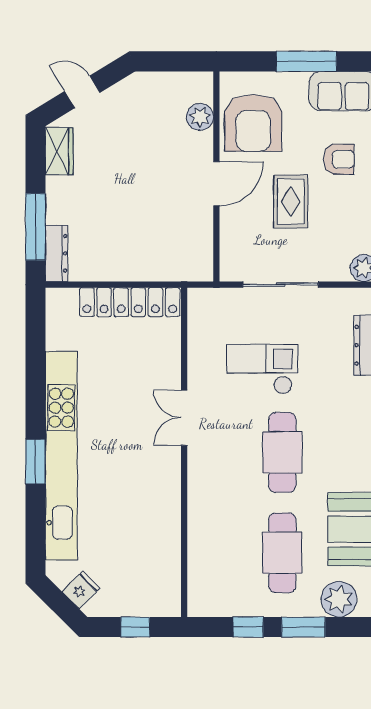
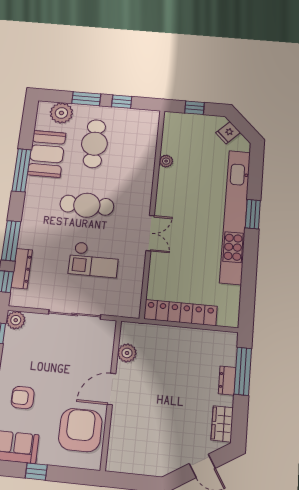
window: (307, 61) -> (36, 472), width x0.46
plant: (200, 117) -> (127, 353), moved
rug: (291, 201) -> (60, 371), removed
dresser: (57, 253) -> (227, 381), moved, width x0.70
cafe table: (282, 452) -> (87, 205), turned 90
plant: (171, 534) -> (166, 161), added

